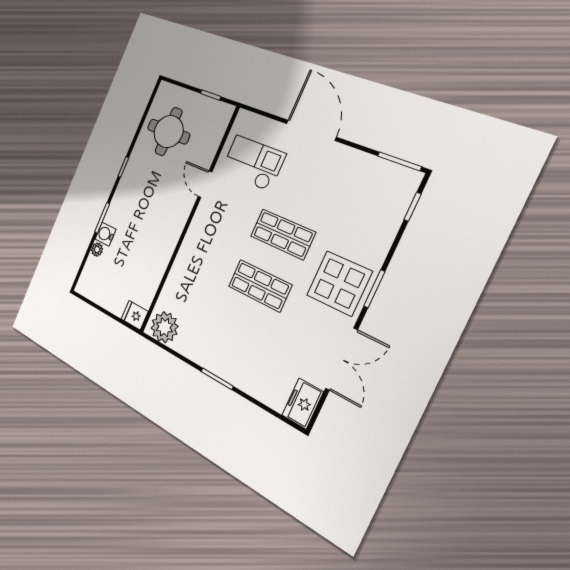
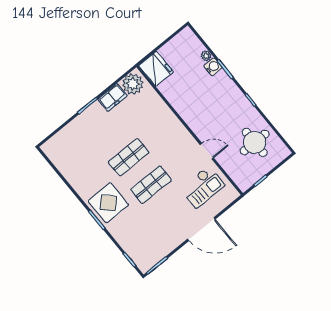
fridge: (135, 315) -> (156, 69), width x1.88, depth x1.34
double door: (341, 359) -> (68, 185), removed
freezer: (303, 404) -> (112, 98), moved, turned 90

